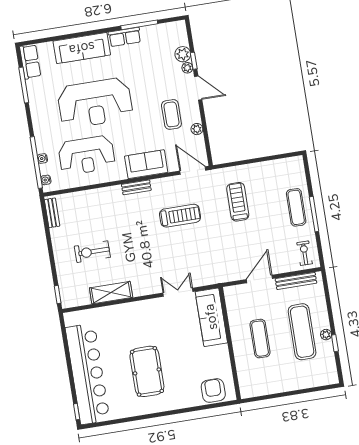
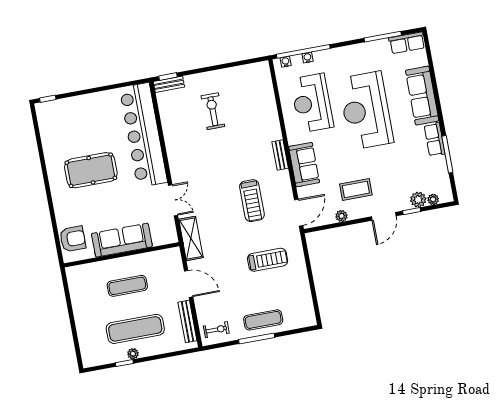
plant: (187, 68) -> (433, 199), moved
bench: (52, 213) -> (169, 84), moved
shelving: (111, 293) -> (191, 238), moved
sofa: (211, 317) -> (122, 240), moved
bar counter: (88, 374) -> (143, 135), moved, turned 90

